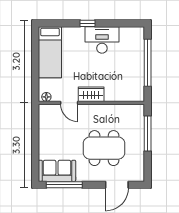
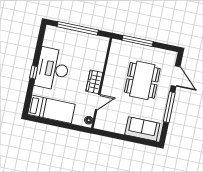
desk: (102, 40) -> (53, 69), width x1.36, depth x1.30
sofa: (57, 171) -> (142, 129), moved, turned 90
window: (64, 185) -> (169, 107), moved

